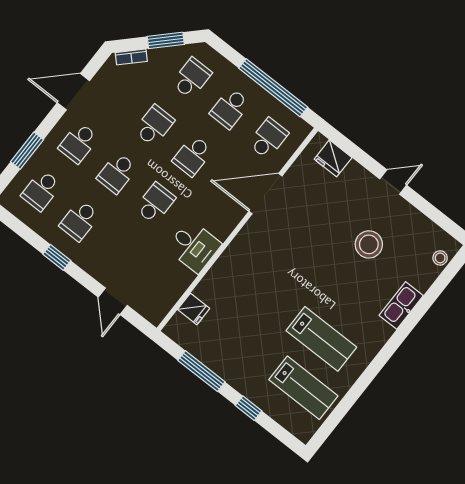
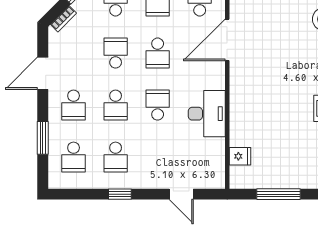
desk: (194, 246) -> (207, 114), width x1.37

